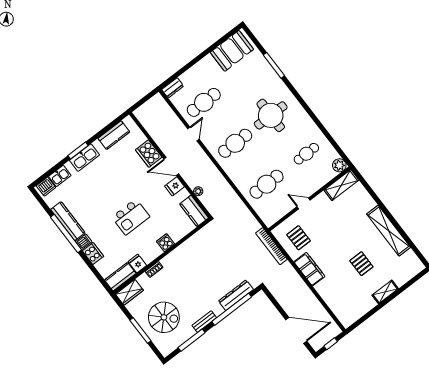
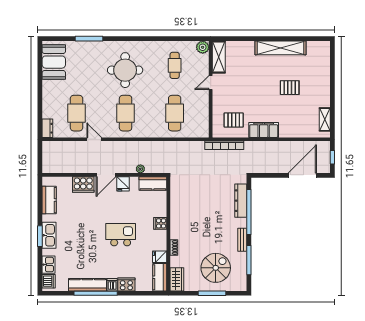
door: (304, 203) -> (211, 83), moved
kitchen island: (131, 217) -> (121, 235), turned -90
shelving: (385, 292) -> (325, 119), moved

